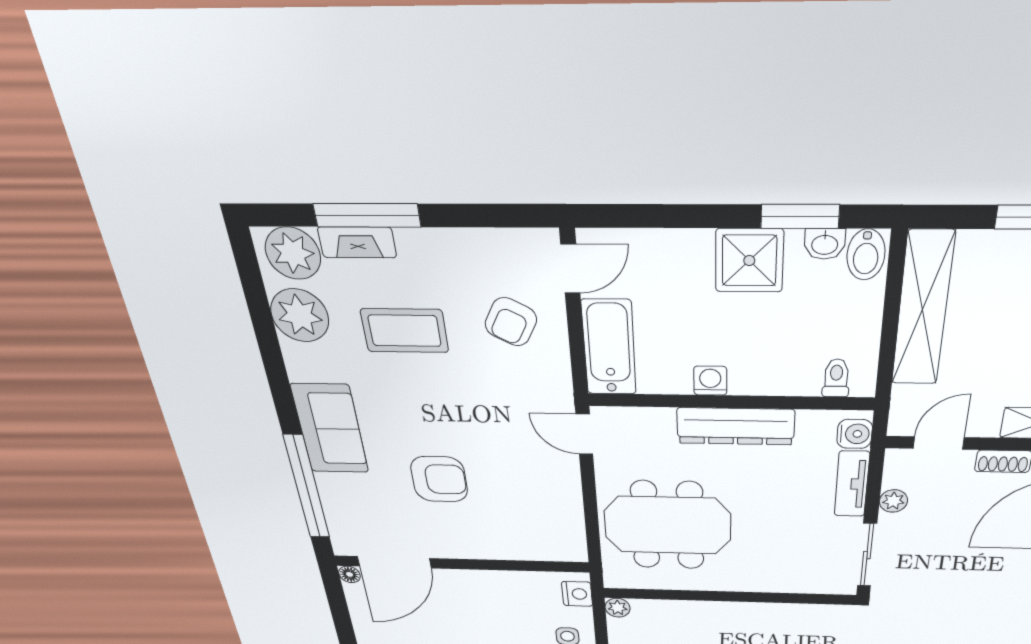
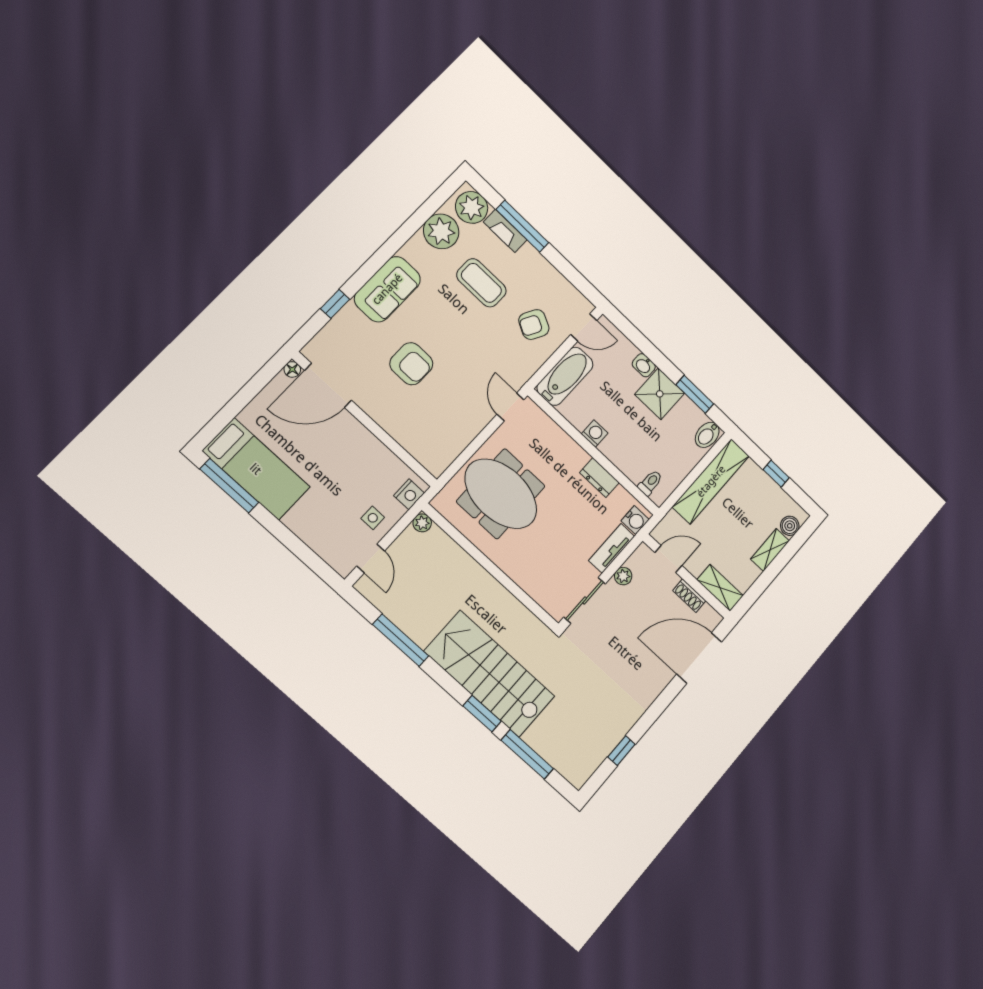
washbasin: (825, 244) -> (644, 365), moved
dresser: (736, 426) -> (599, 478), width x0.51, depth x0.80
window: (307, 487) -> (335, 304), width x0.32

